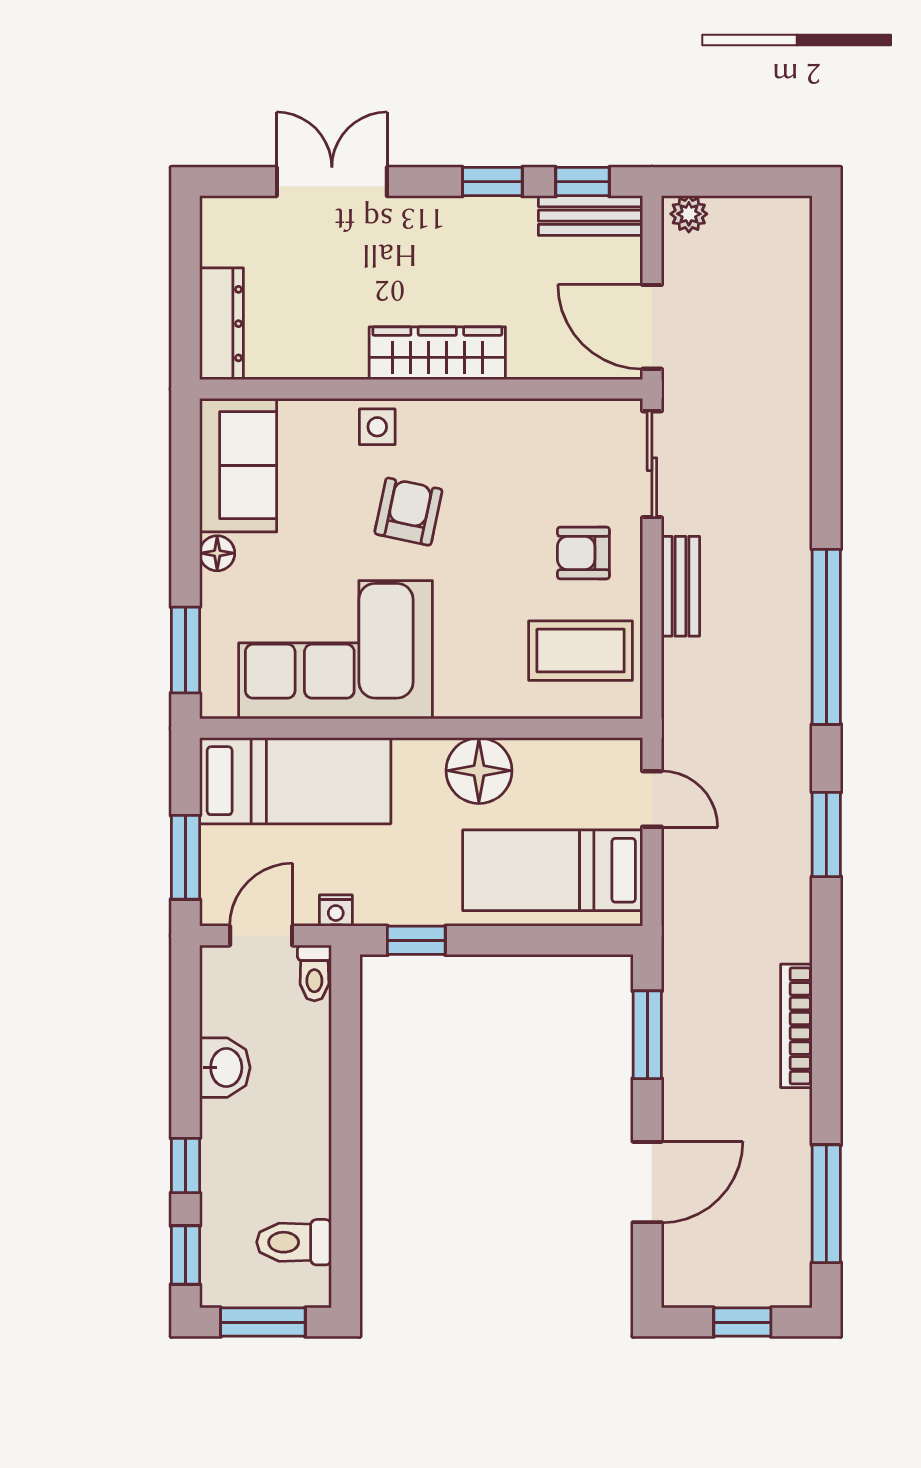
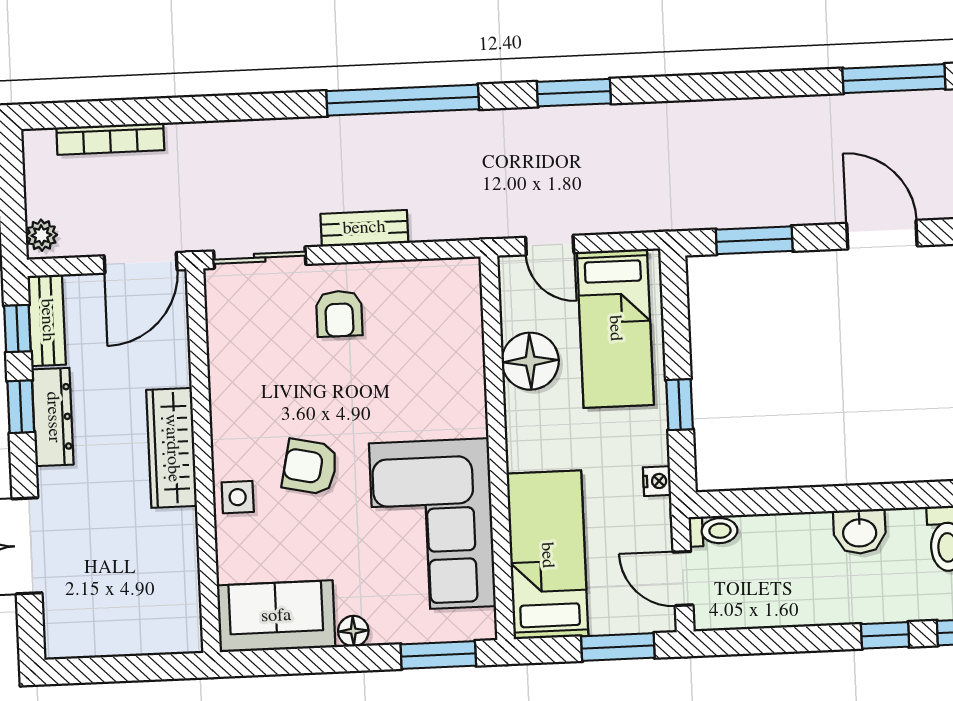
dresser: (221, 324) -> (53, 417), moved, turned 90
coffee table: (581, 651) -> (424, 312), removed
floor lamp: (479, 771) -> (530, 361), moved
door: (652, 799) -> (550, 245), swing flipped
nightstand: (336, 911) -> (657, 481), moved
window: (416, 940) -> (679, 405), moved
bookcase: (796, 1026) -> (110, 139), moved
washbasin: (225, 1068) -> (860, 532), moved, turned 180

